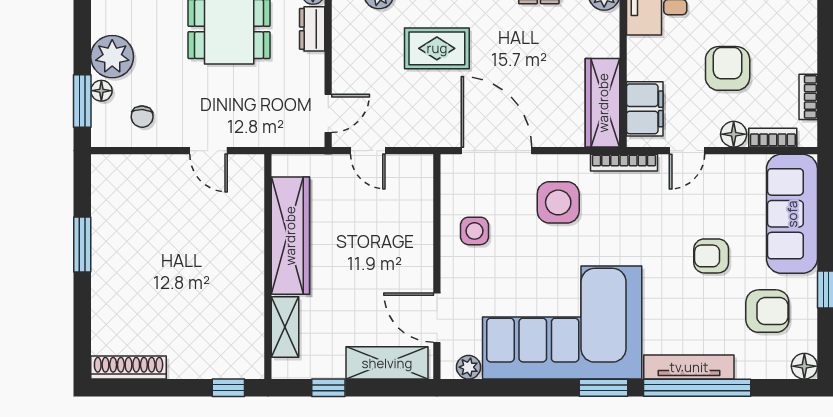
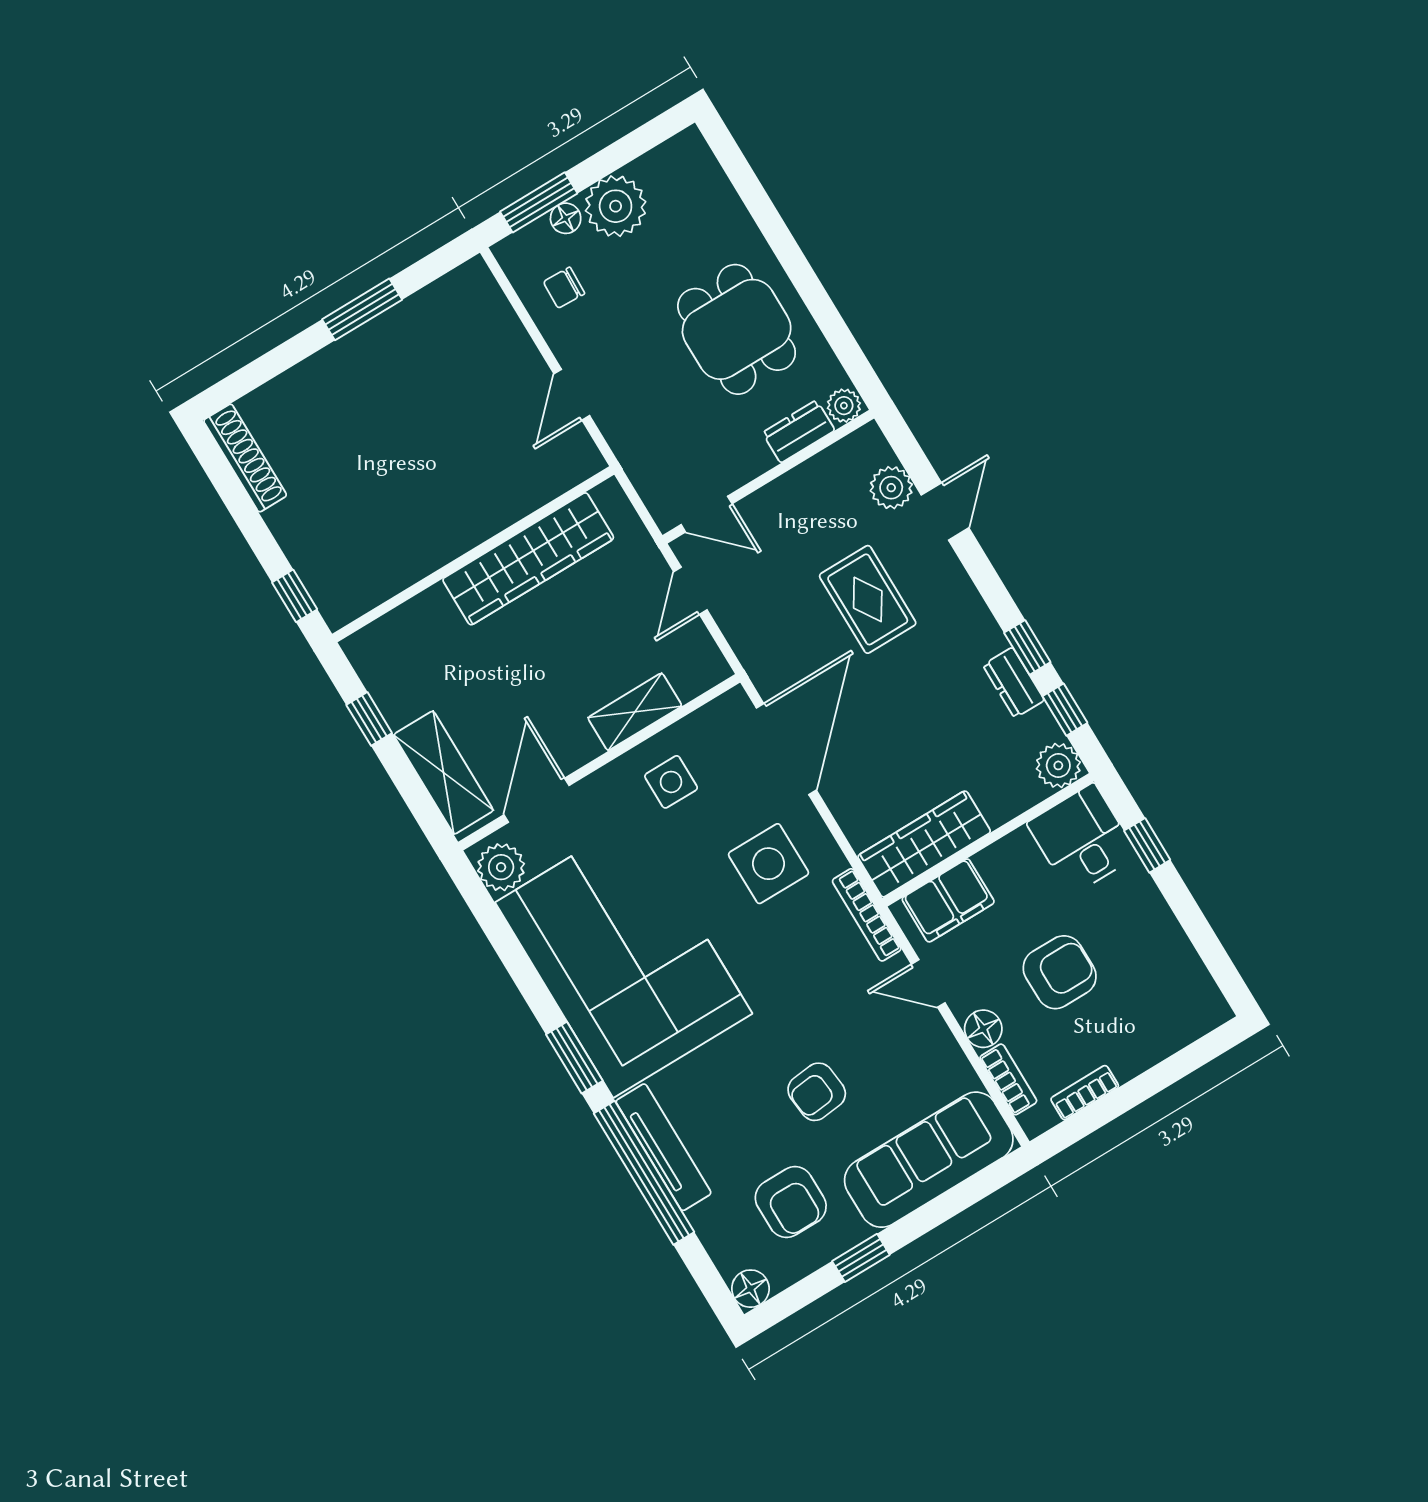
armchair: (711, 256) -> (817, 1092), turned -96
shelving: (285, 327) -> (635, 712), moved
plant: (468, 367) -> (501, 867), width x1.38, depth x1.38

